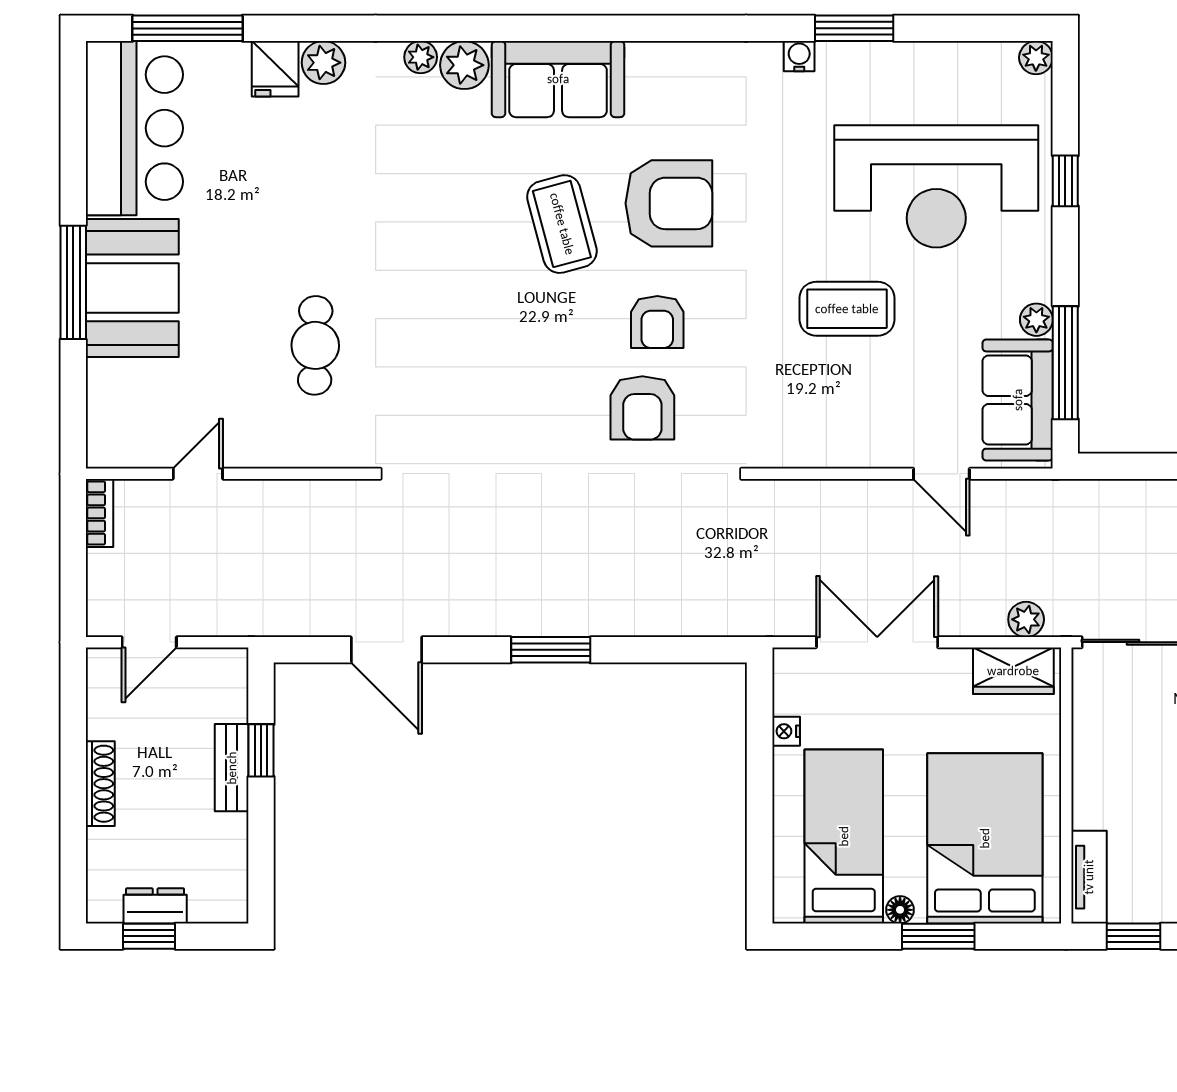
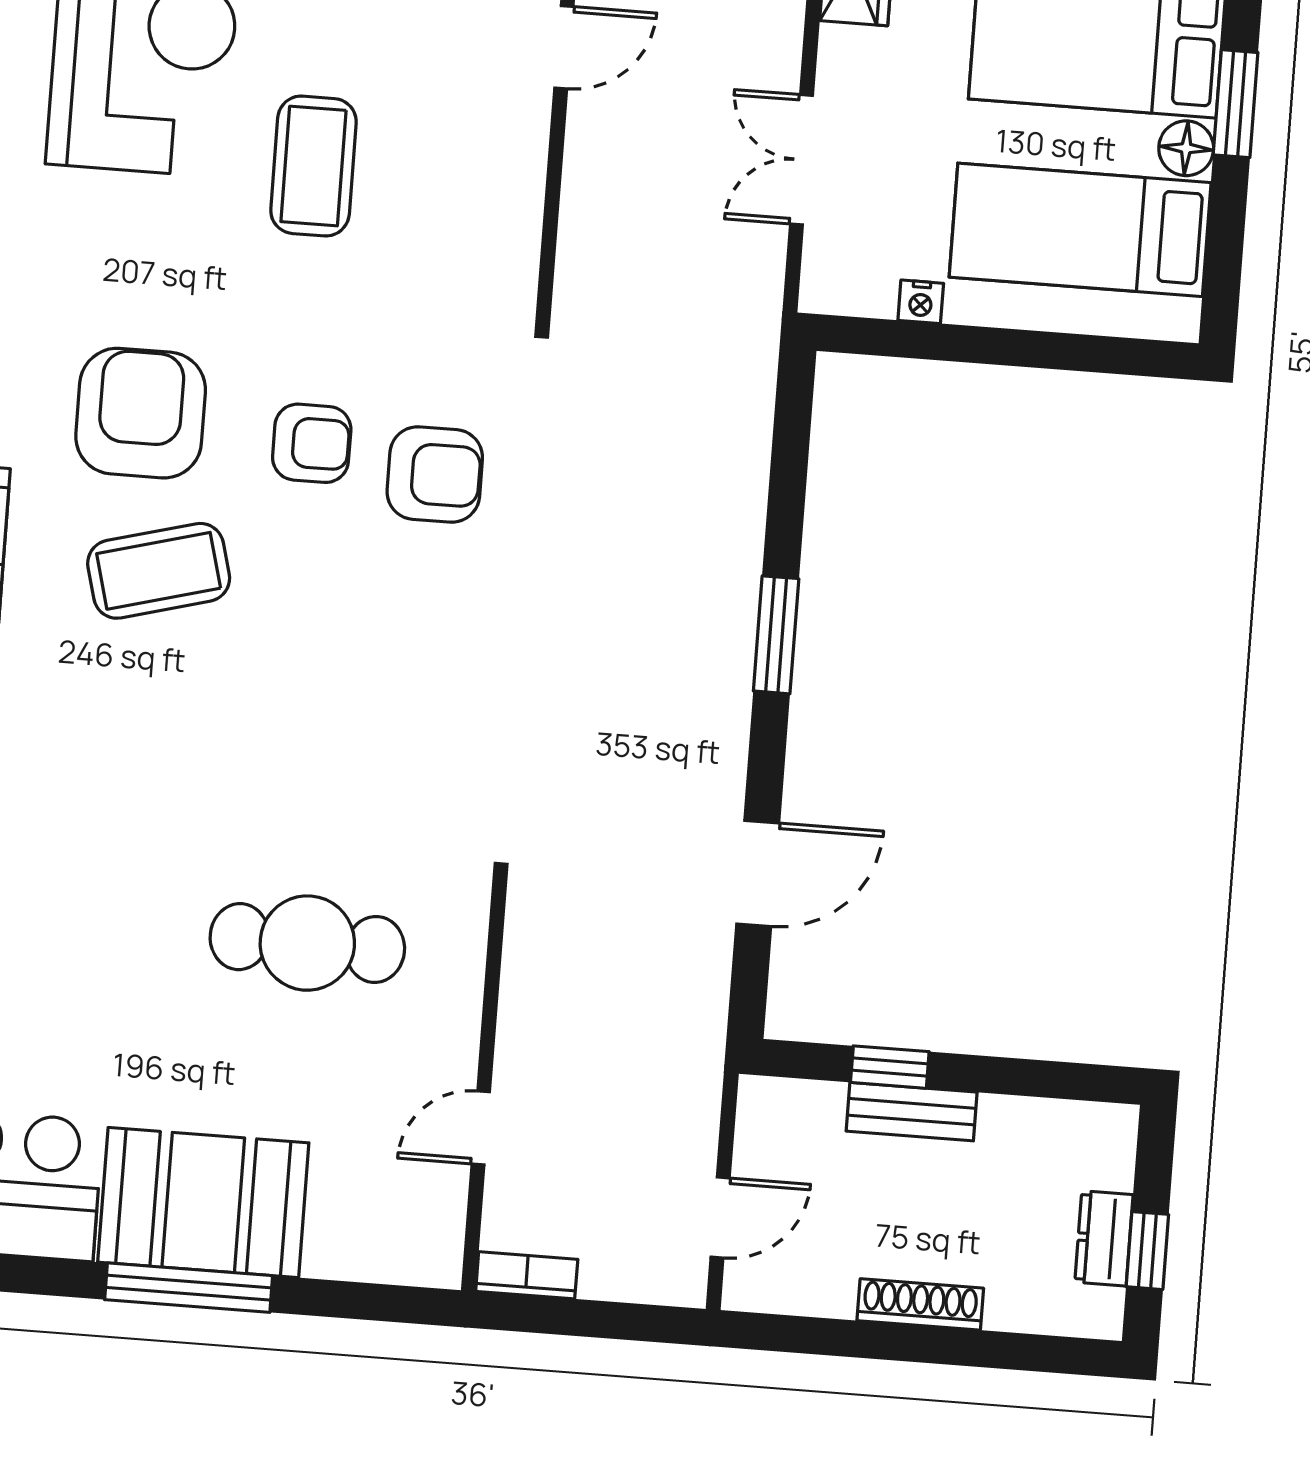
cafe table: (315, 345) -> (307, 943), width x1.37, depth x1.35
door: (198, 474) -> (481, 1128), hinge flipped
door: (149, 642) -> (720, 1218), hinge flipped
double door: (877, 642) -> (802, 160), width x0.73
floor lamp: (900, 910) -> (1186, 148), width x1.37, depth x1.37

